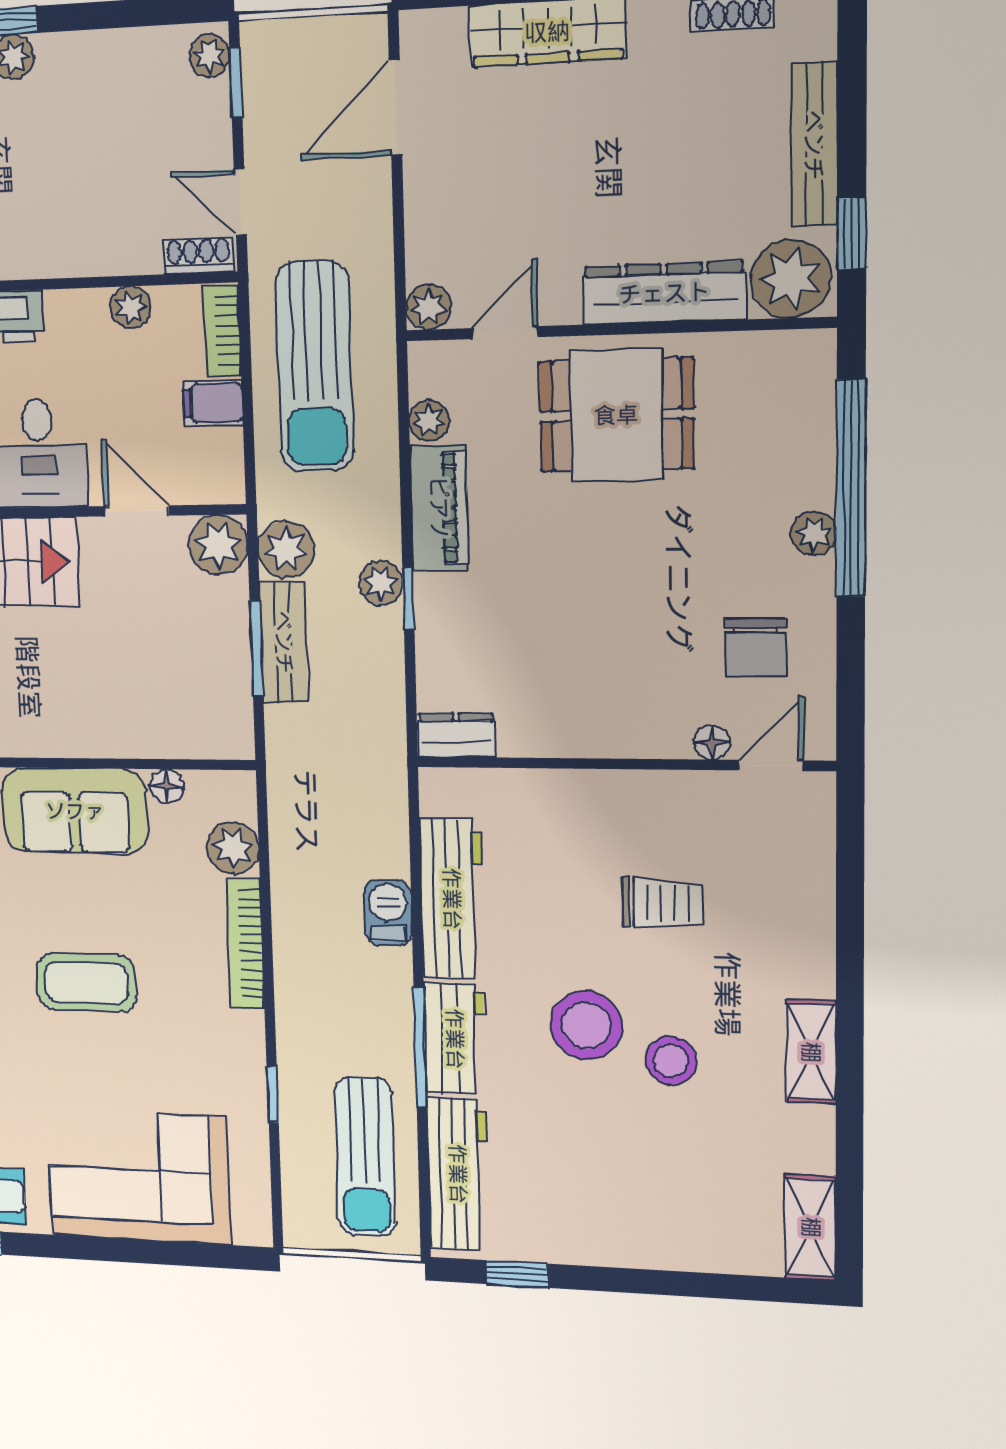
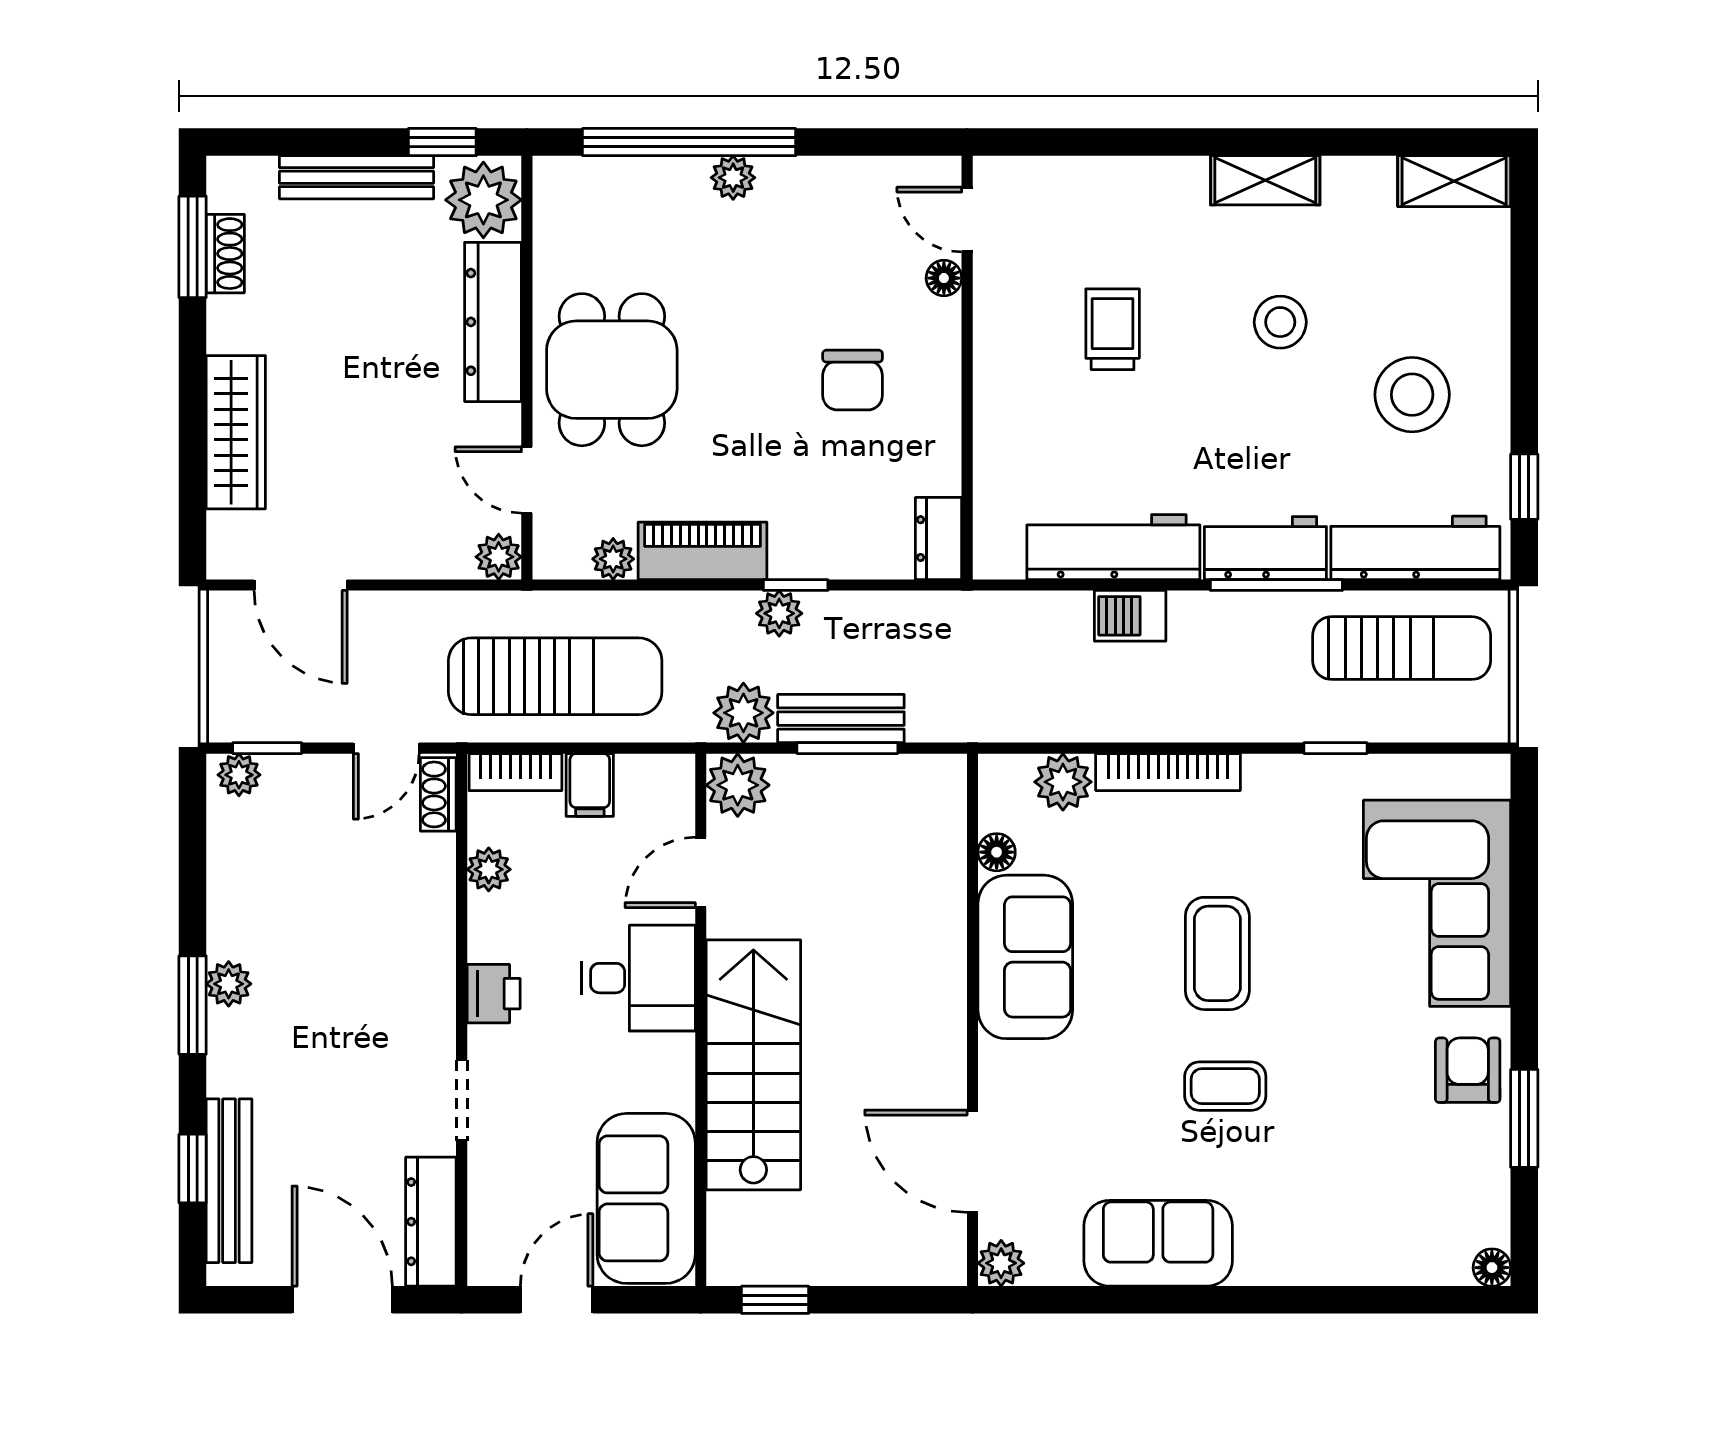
chair: (756, 648) -> (853, 380), moved, turned 90
stool: (586, 1025) -> (1412, 395), moved

